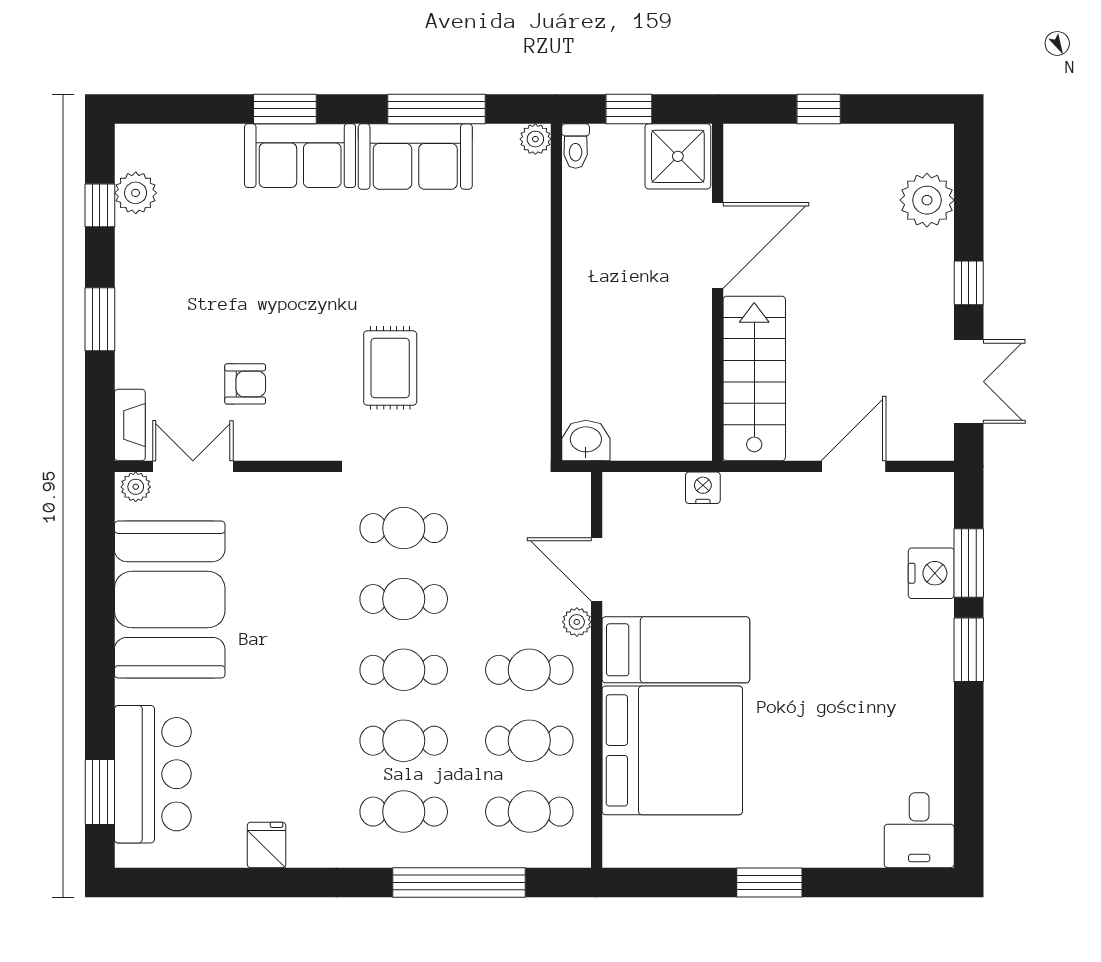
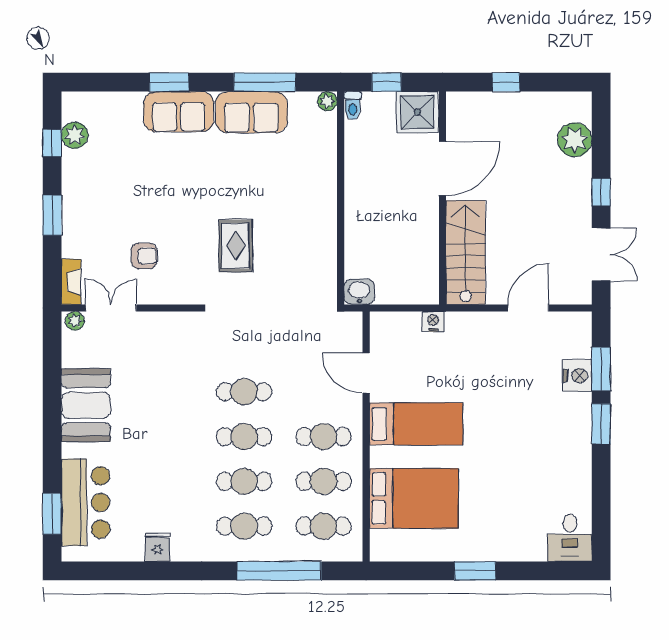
cafe table: (404, 528) -> (244, 347), removed
booth: (170, 600) -> (86, 405), width x0.73, depth x0.70
plant: (577, 622) -> (354, 406), removed
bed: (672, 750) -> (414, 498), width x0.73

